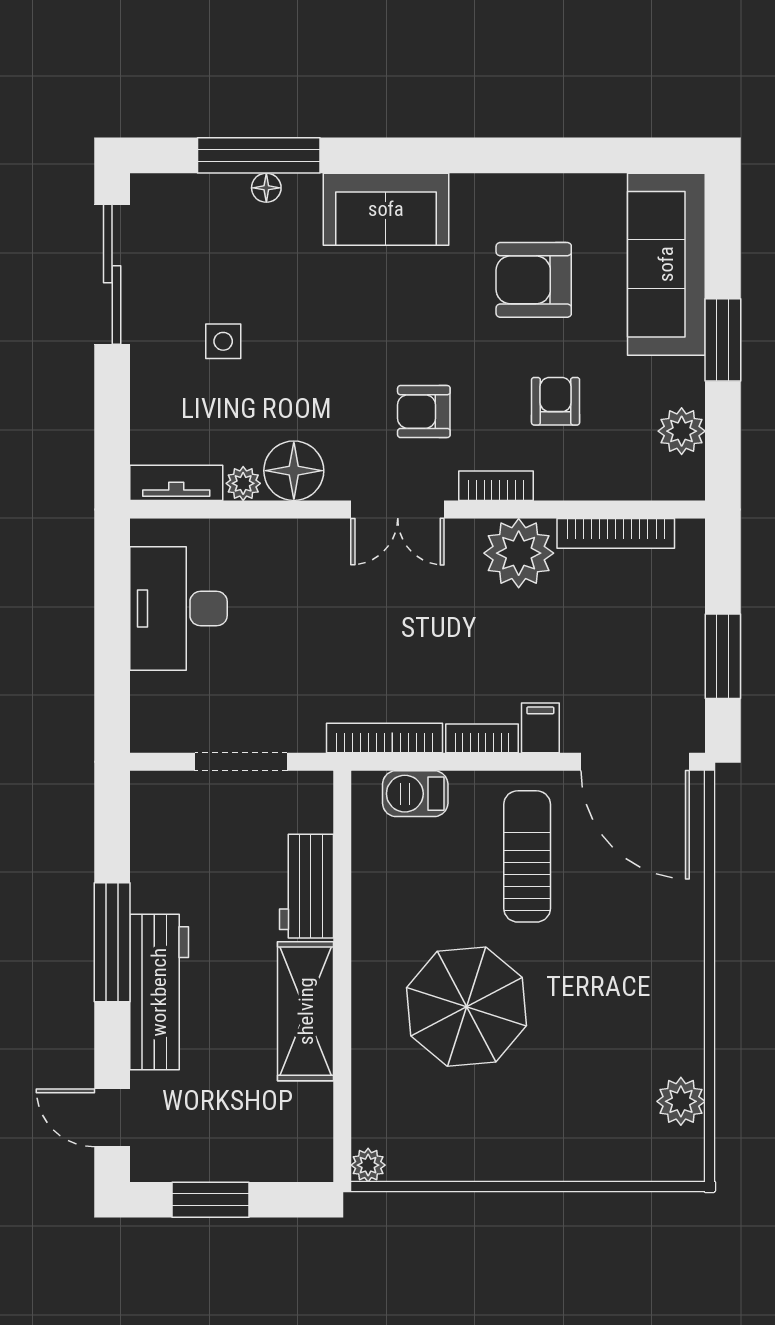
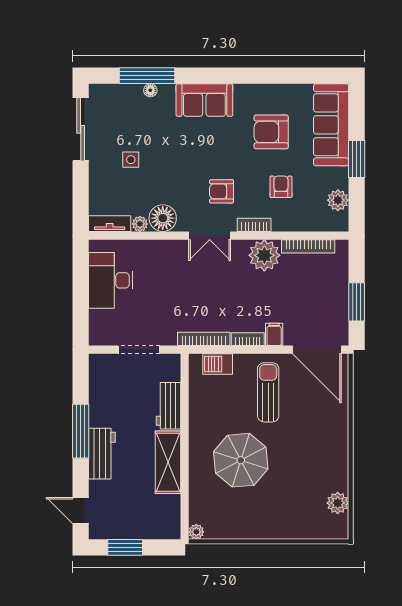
workbench: (159, 992) -> (102, 454), width x0.73

